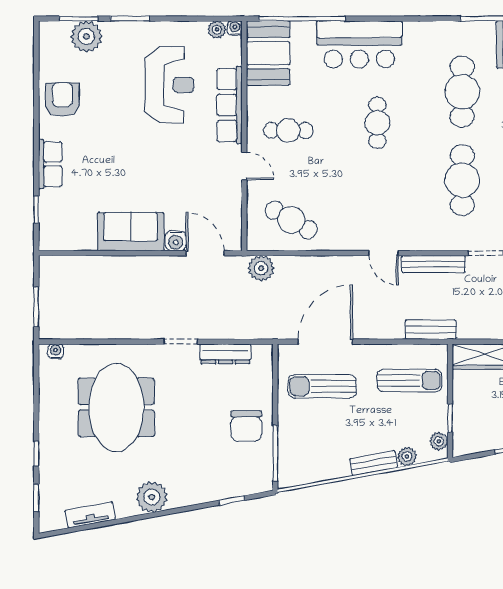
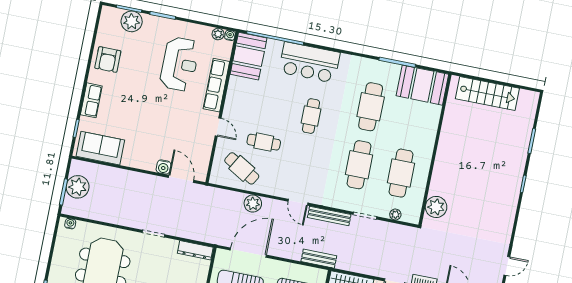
armchair: (63, 99) -> (108, 59), turned 180
cafe table: (288, 130) -> (264, 142), moved
sofa: (131, 232) -> (100, 148), moved
plant: (261, 268) -> (253, 204), moved
plant: (56, 295) -> (78, 187), added
dresser: (225, 354) -> (195, 250), moved

